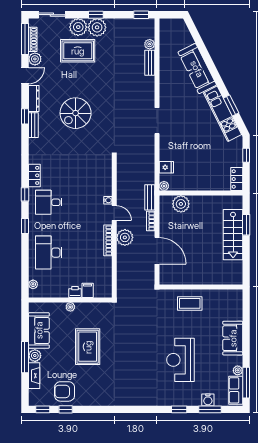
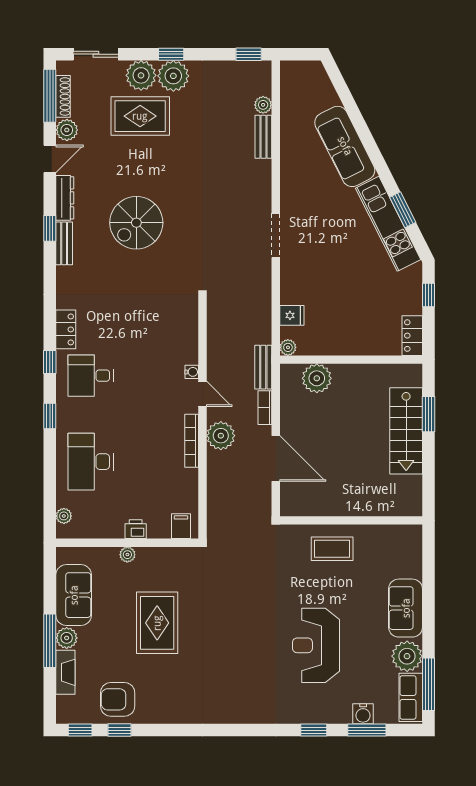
filing cabinet: (88, 290) -> (181, 526), moved
plant: (238, 370) -> (407, 656), width x1.87, depth x1.87

